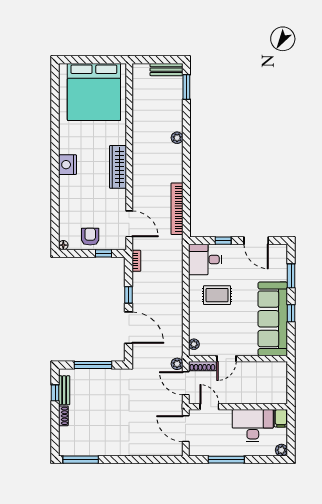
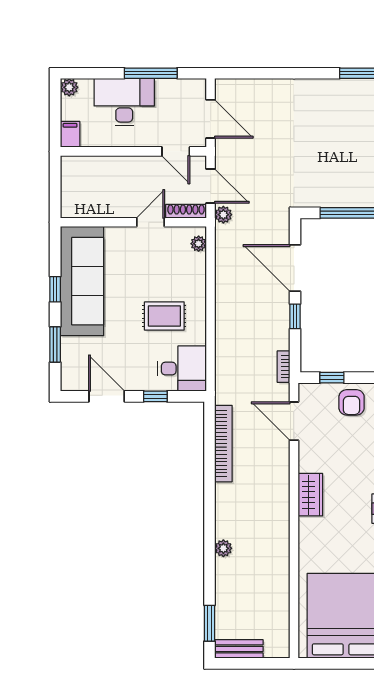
wardrobe: (118, 167) -> (310, 495), width x0.67
desk: (253, 426) -> (124, 102), moved, turned 180

